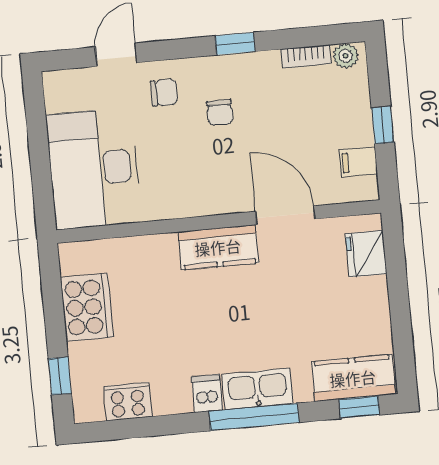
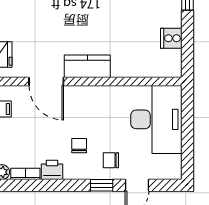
window: (235, 44) -> (102, 185), moved
printer: (262, 67) -> (52, 170), added
cooker: (87, 307) -> (171, 38), width x0.53, depth x0.76

